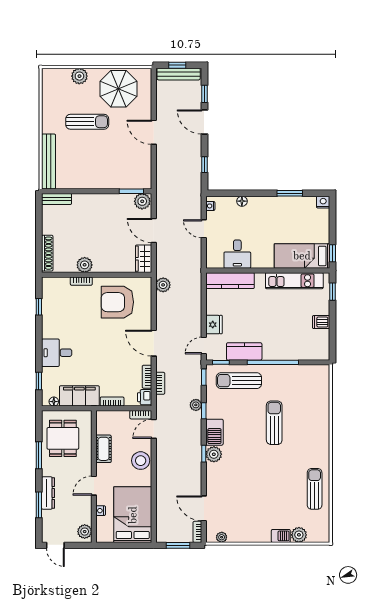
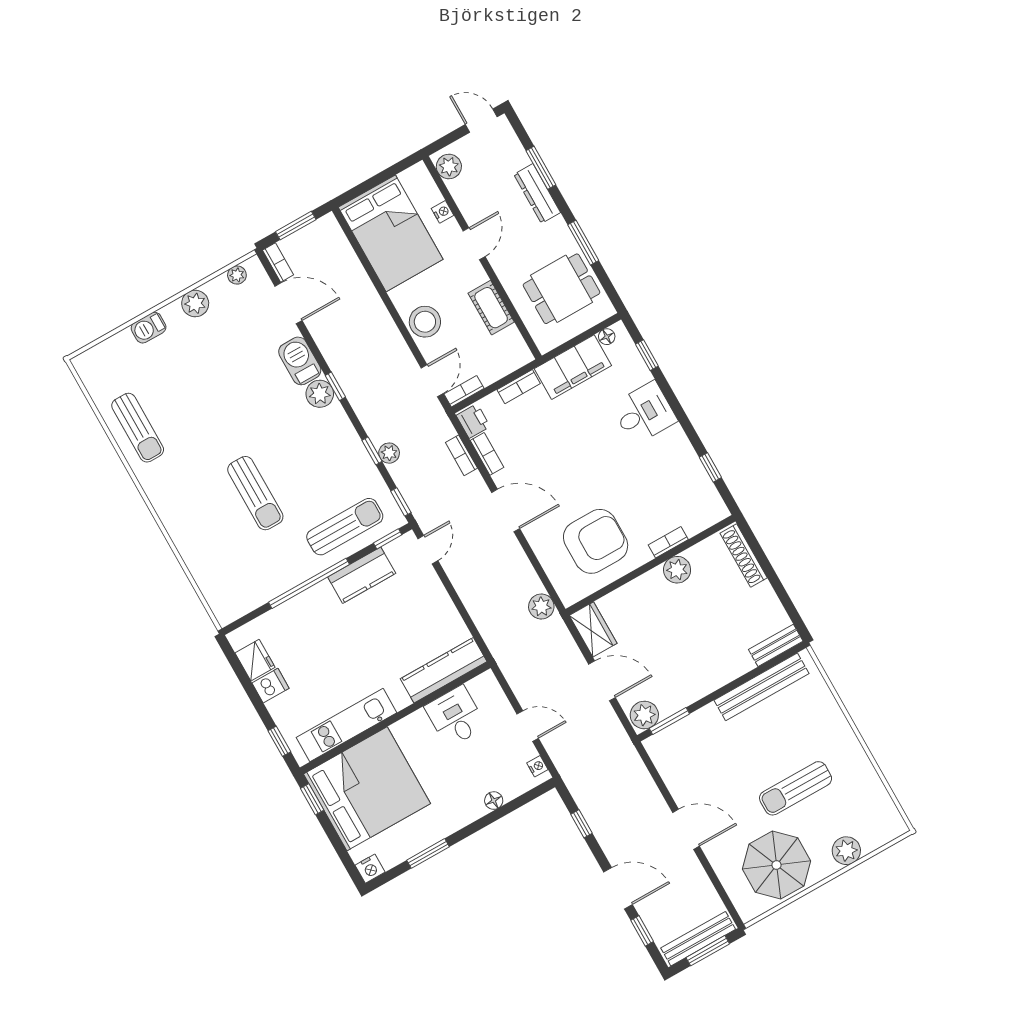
window: (177, 65) -> (708, 951), width x1.50
bench: (49, 161) -> (762, 687), moved, turned 90
bed: (302, 256) -> (367, 789), width x2.04
fridge: (214, 325) -> (255, 660), moved, turned 180
barbecue: (214, 432) -> (300, 361), moved
dining table: (63, 438) -> (561, 289), turned 90
plant: (299, 535) -> (195, 303), moved

